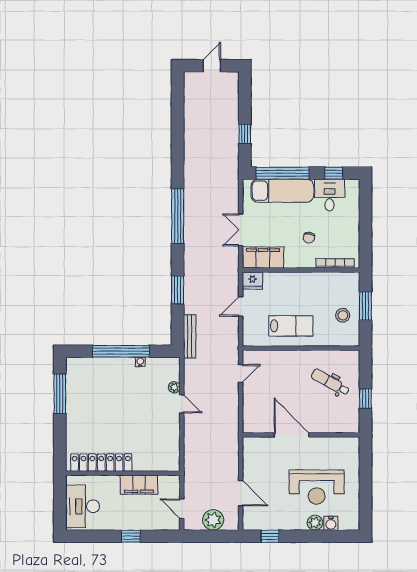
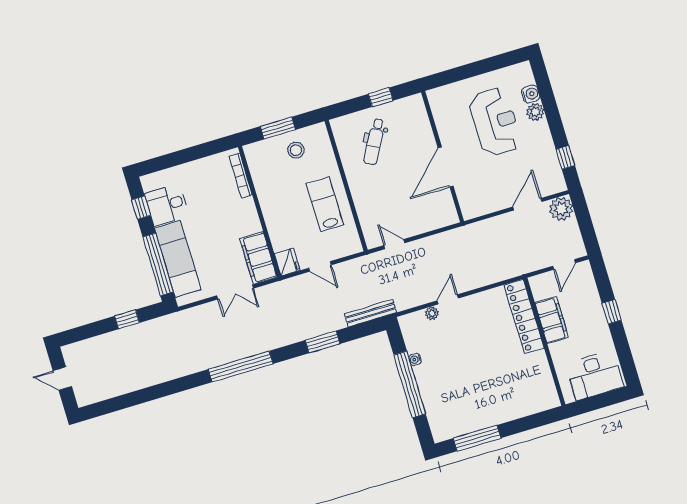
chair: (309, 238) -> (221, 214), removed
locker: (101, 463) -> (524, 316), moved
plant: (213, 520) -> (561, 209), moved

